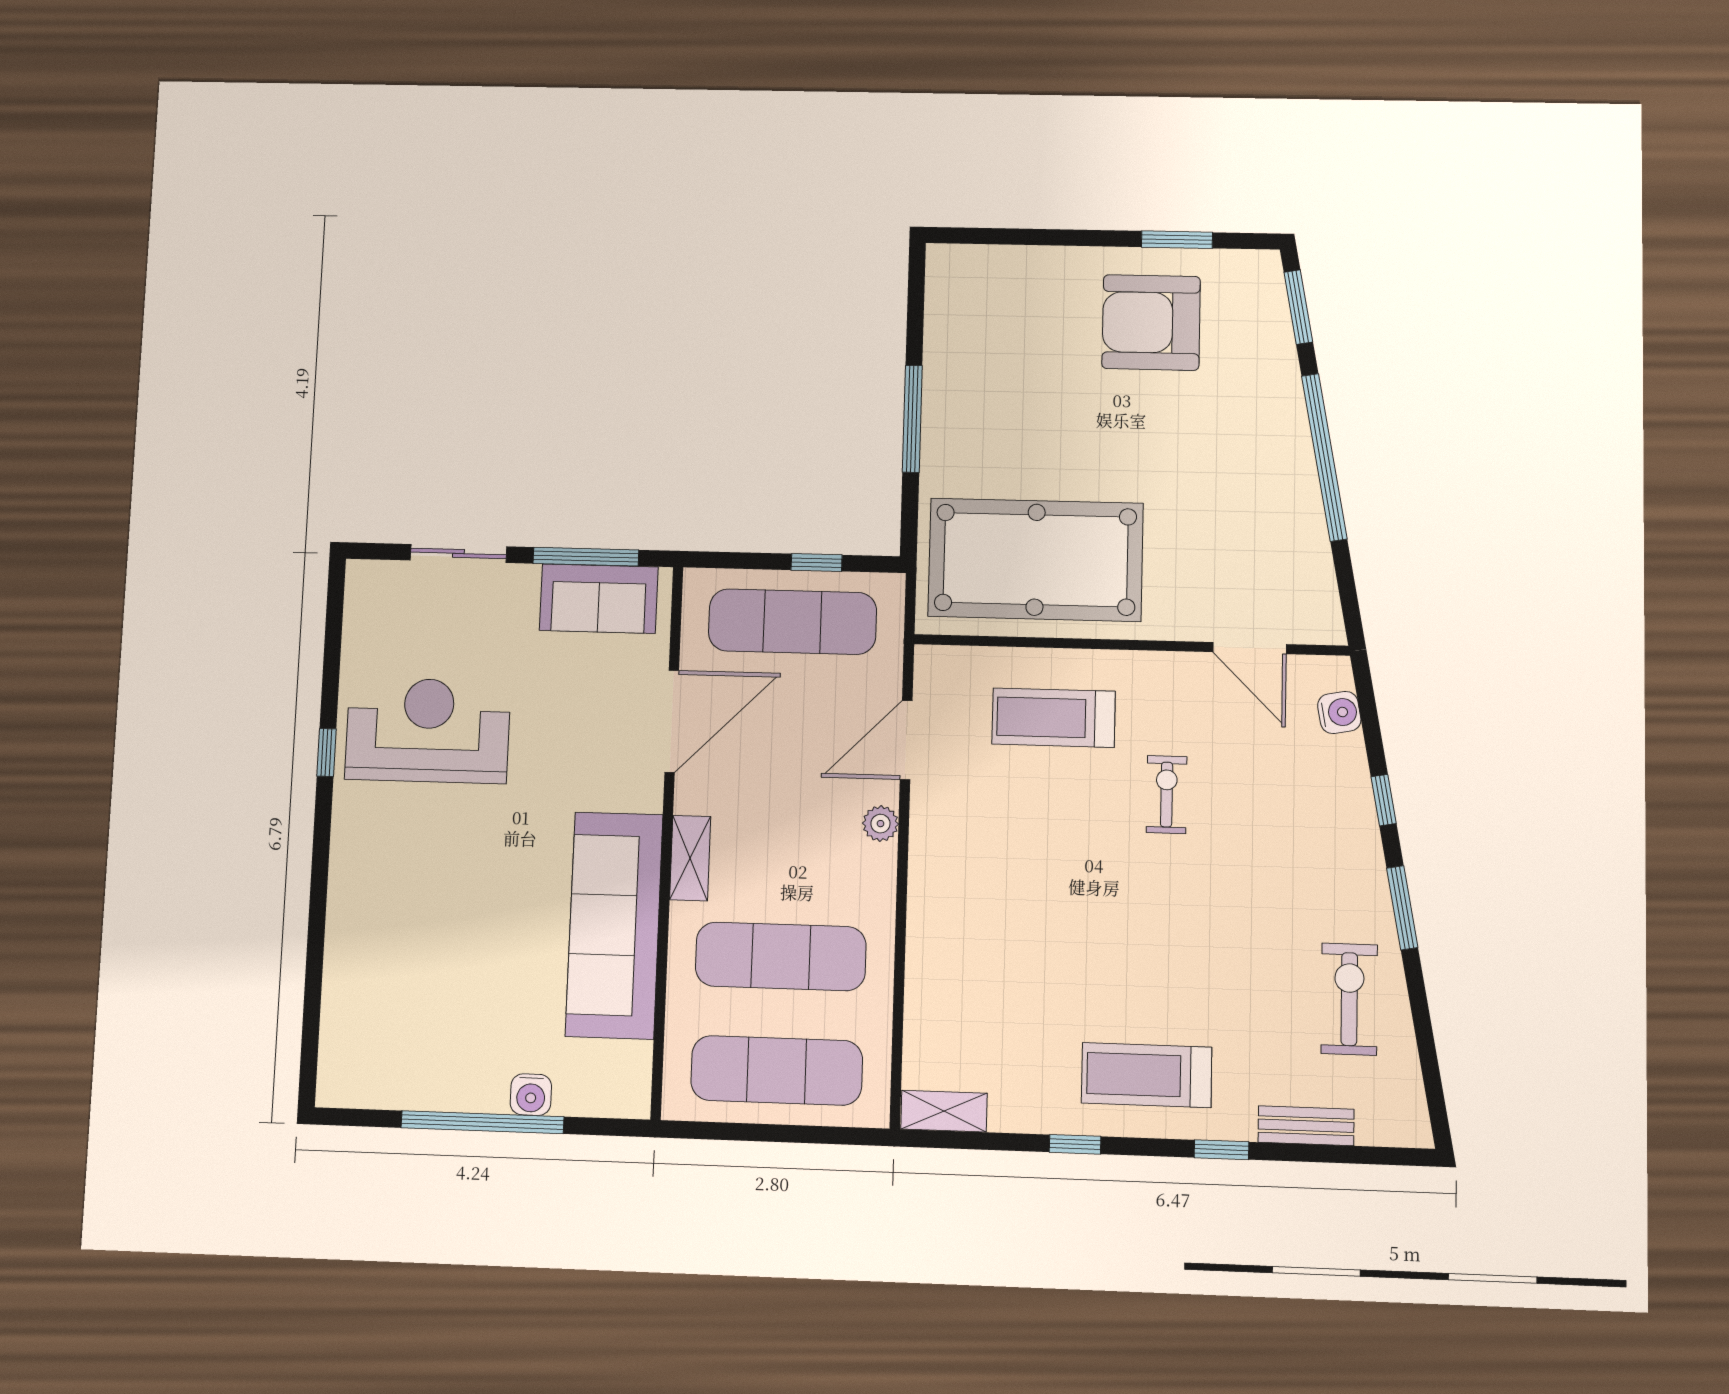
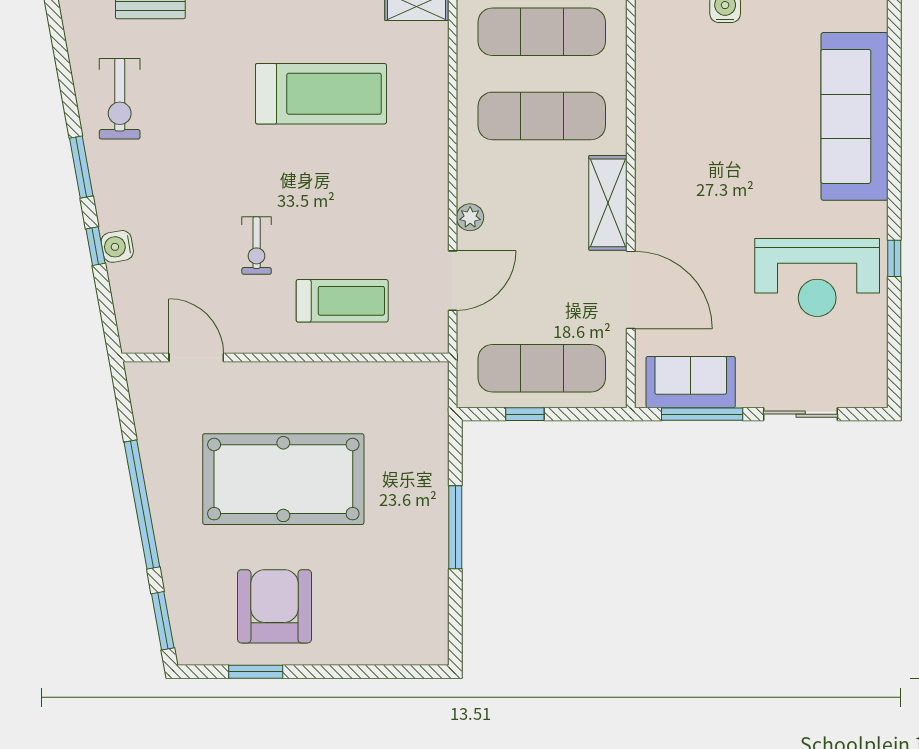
armchair: (1151, 322) -> (274, 606), turned -90
pool table: (1036, 560) -> (283, 479), moved
water cooler: (1339, 712) -> (117, 246), moved
door: (672, 721) -> (631, 290), swing flipped
shelving: (690, 858) -> (608, 203), width x1.50, depth x1.33
sofa: (614, 925) -> (855, 116), moved, turned 180
treadmill: (1147, 1075) -> (321, 94), moved, width x1.37, depth x1.38

